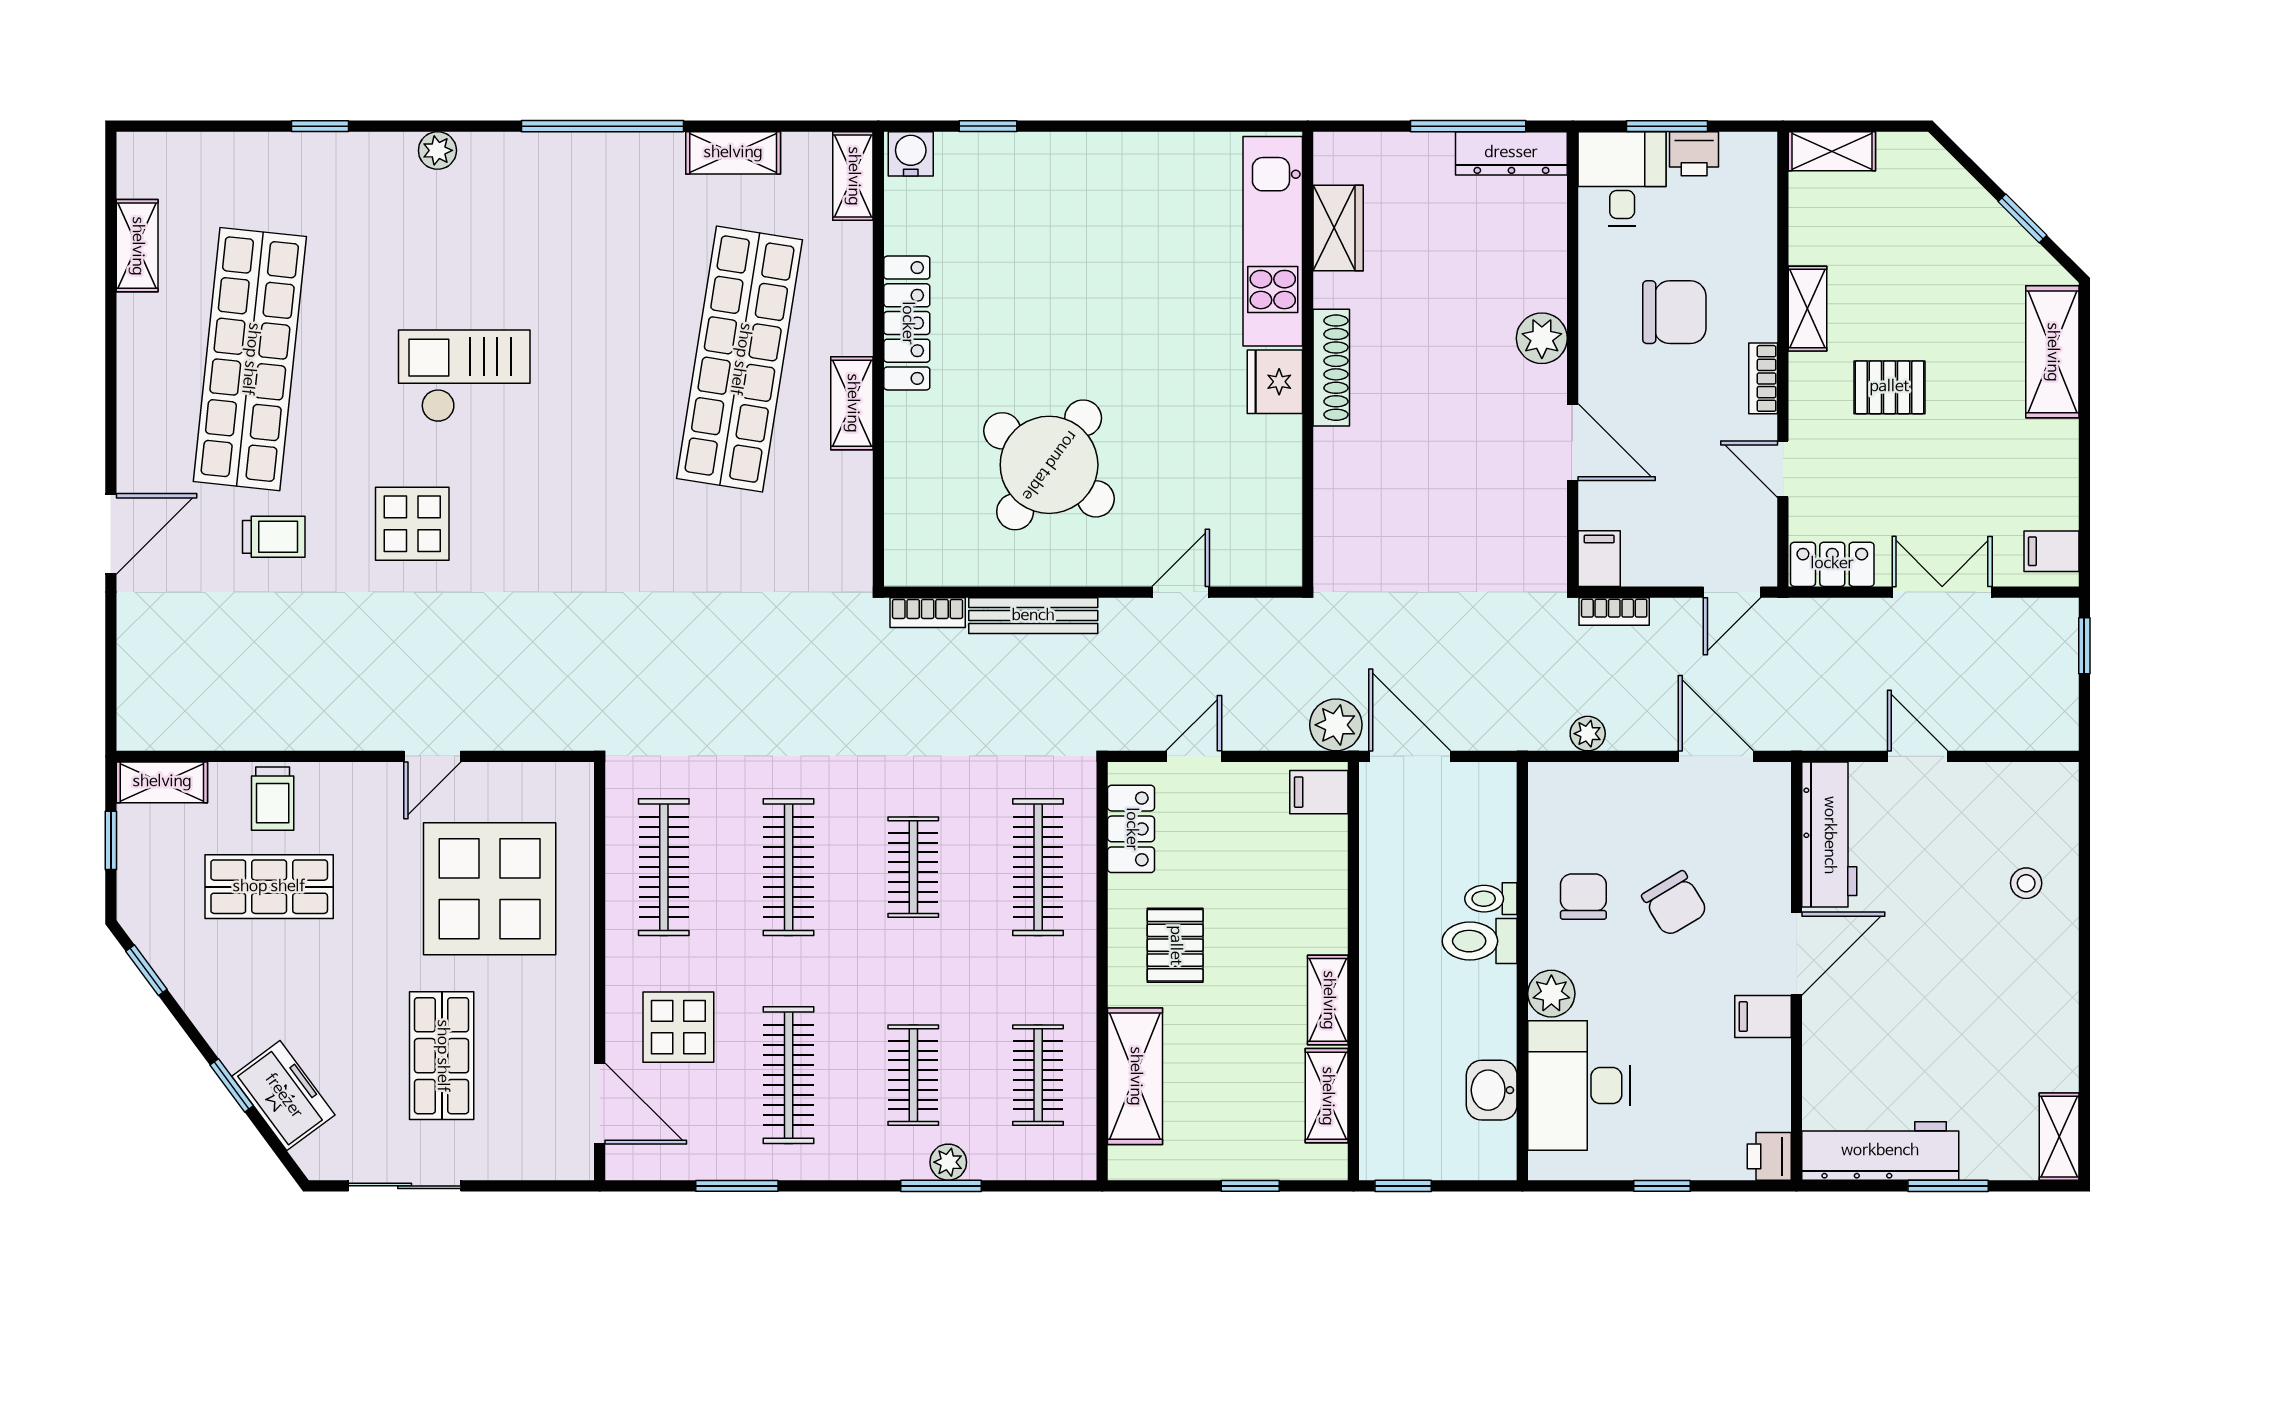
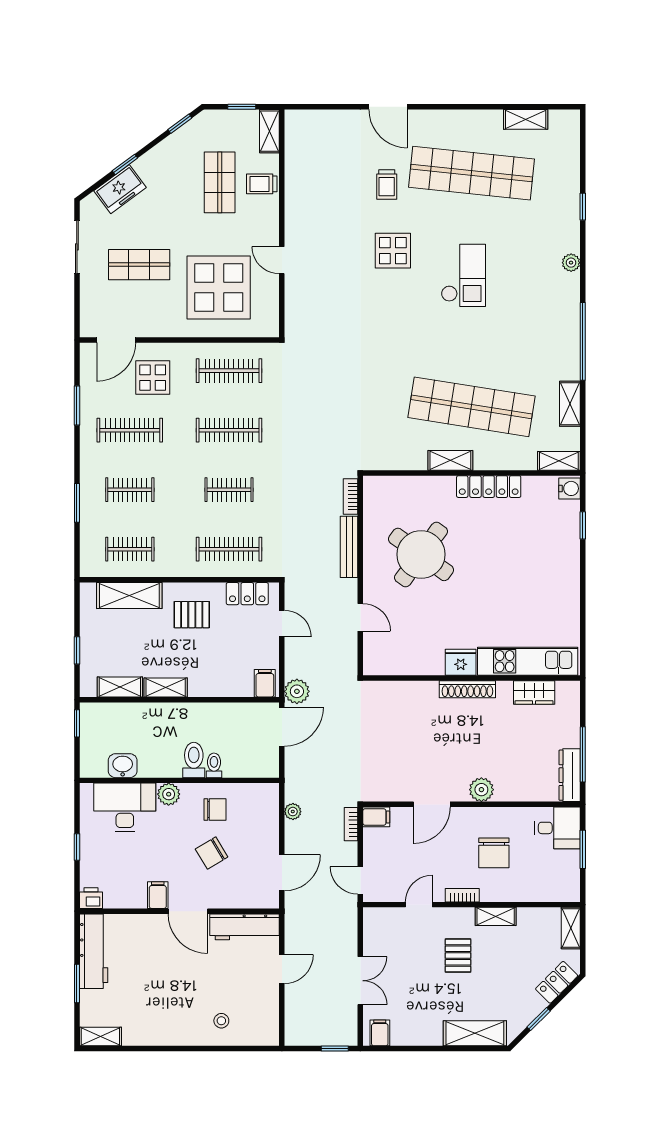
printer: (1694, 154) -> (569, 862), removed
locker: (1832, 564) -> (557, 982), moved, turned -135
plant: (948, 1162) -> (88, 506), removed

